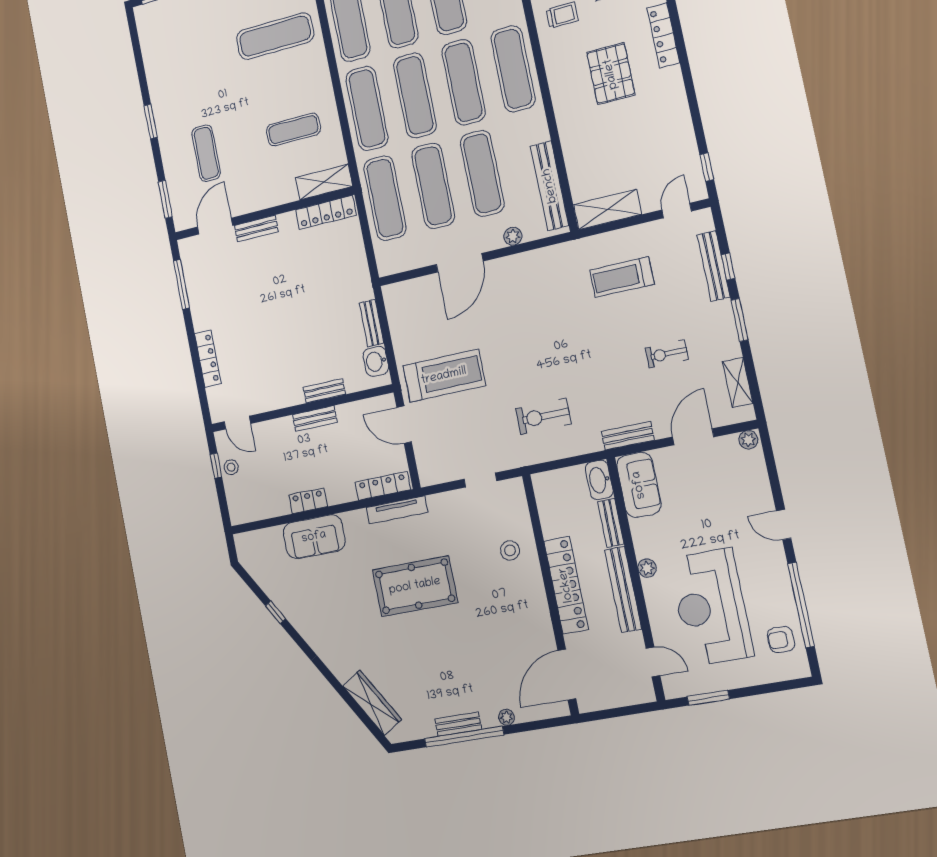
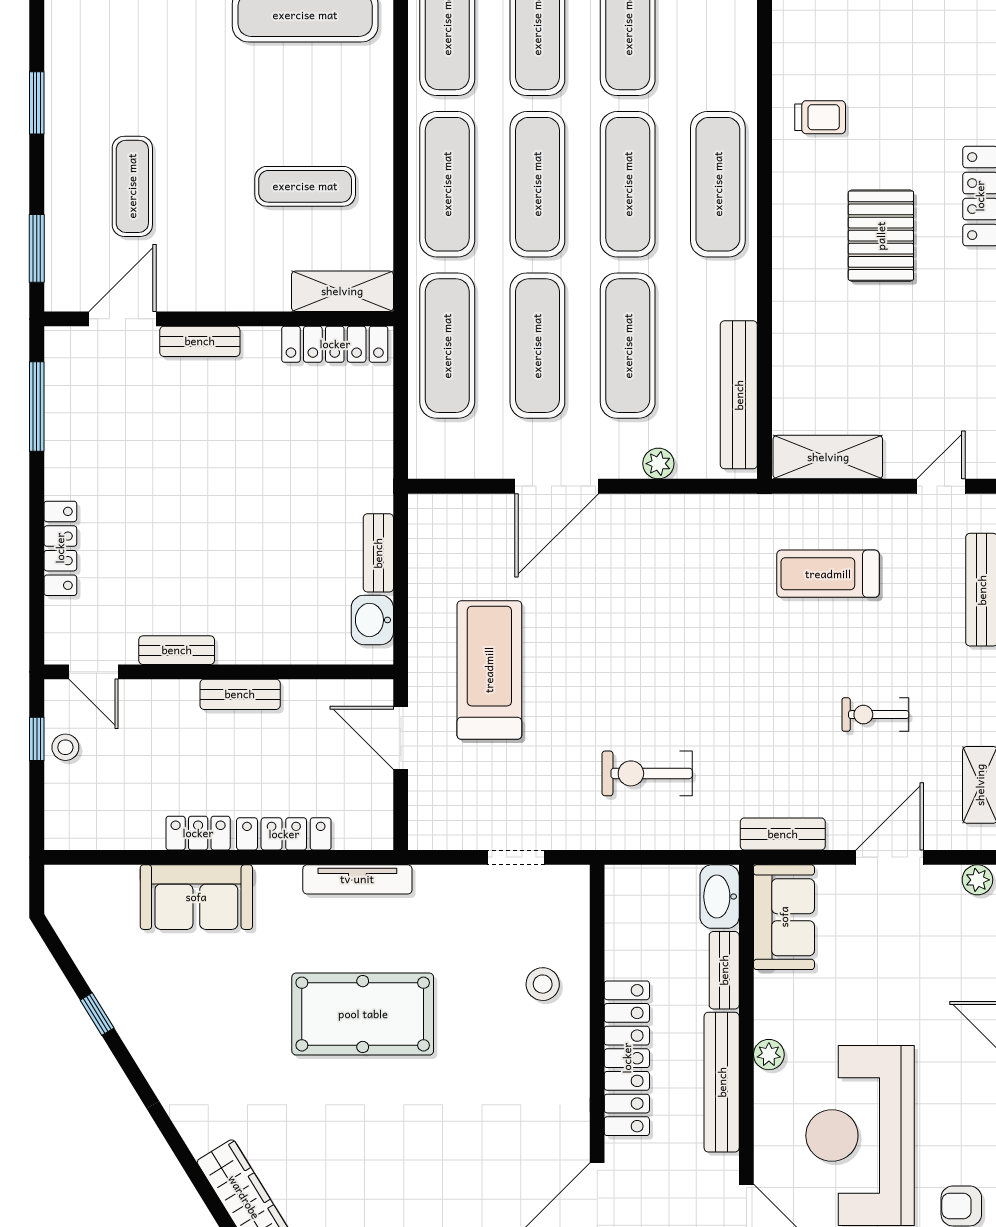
treadmill: (444, 376) -> (489, 670), turned -90
bench: (324, 391) -> (177, 650), moved
locker: (383, 486) -> (284, 834), moved

